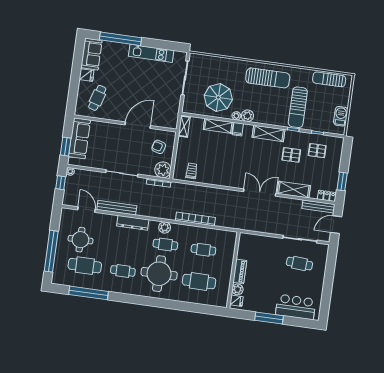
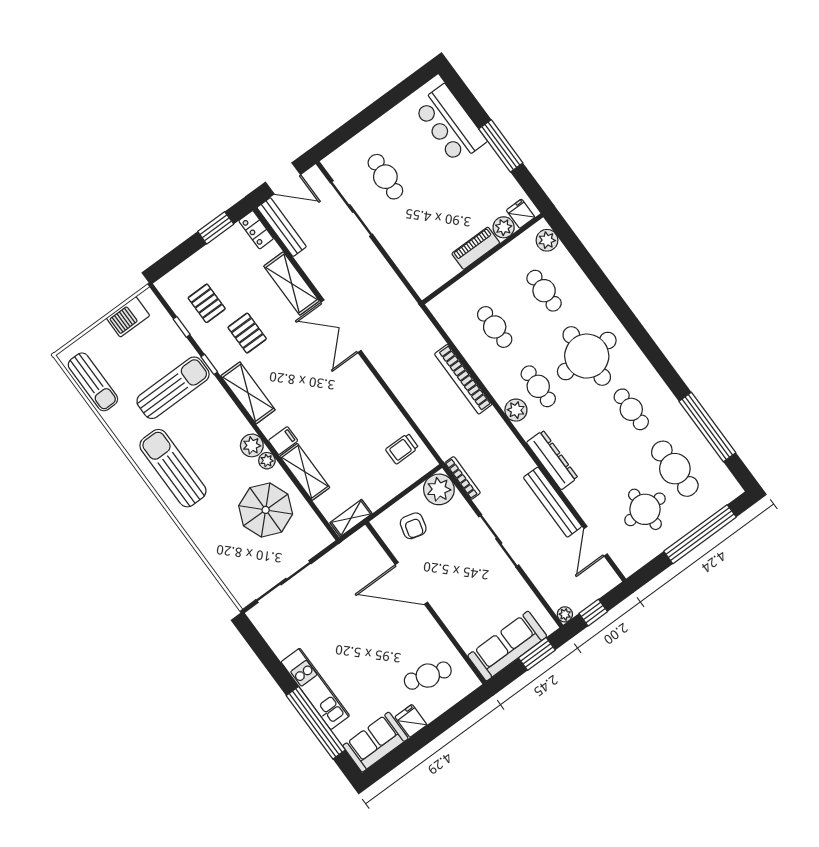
kitchen unit: (151, 53) -> (315, 689), moved
cafe table: (199, 281) -> (544, 291), width x0.73, depth x0.74
plant: (217, 301) -> (547, 240), added

